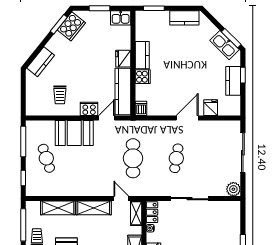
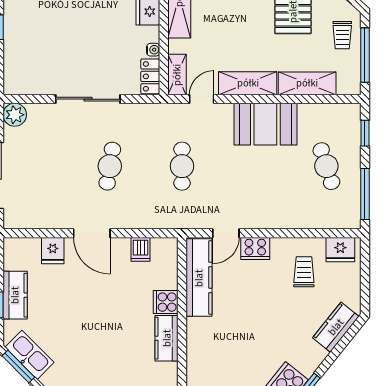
fridge: (123, 59) -> (340, 250), moved, turned 90
dishwasher: (141, 108) -> (141, 249), moved
door: (187, 118) -> (92, 233), hinge flipped
booth: (74, 133) -> (265, 124), moved
cafe table: (133, 158) -> (182, 166), width x0.73, depth x0.74
door: (121, 199) -> (202, 99), swing flipped

